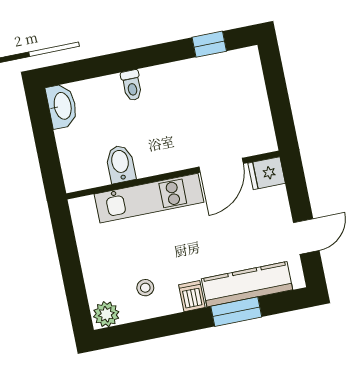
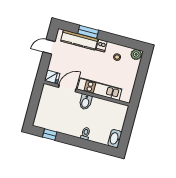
bidet: (121, 164) -> (86, 102), moved

